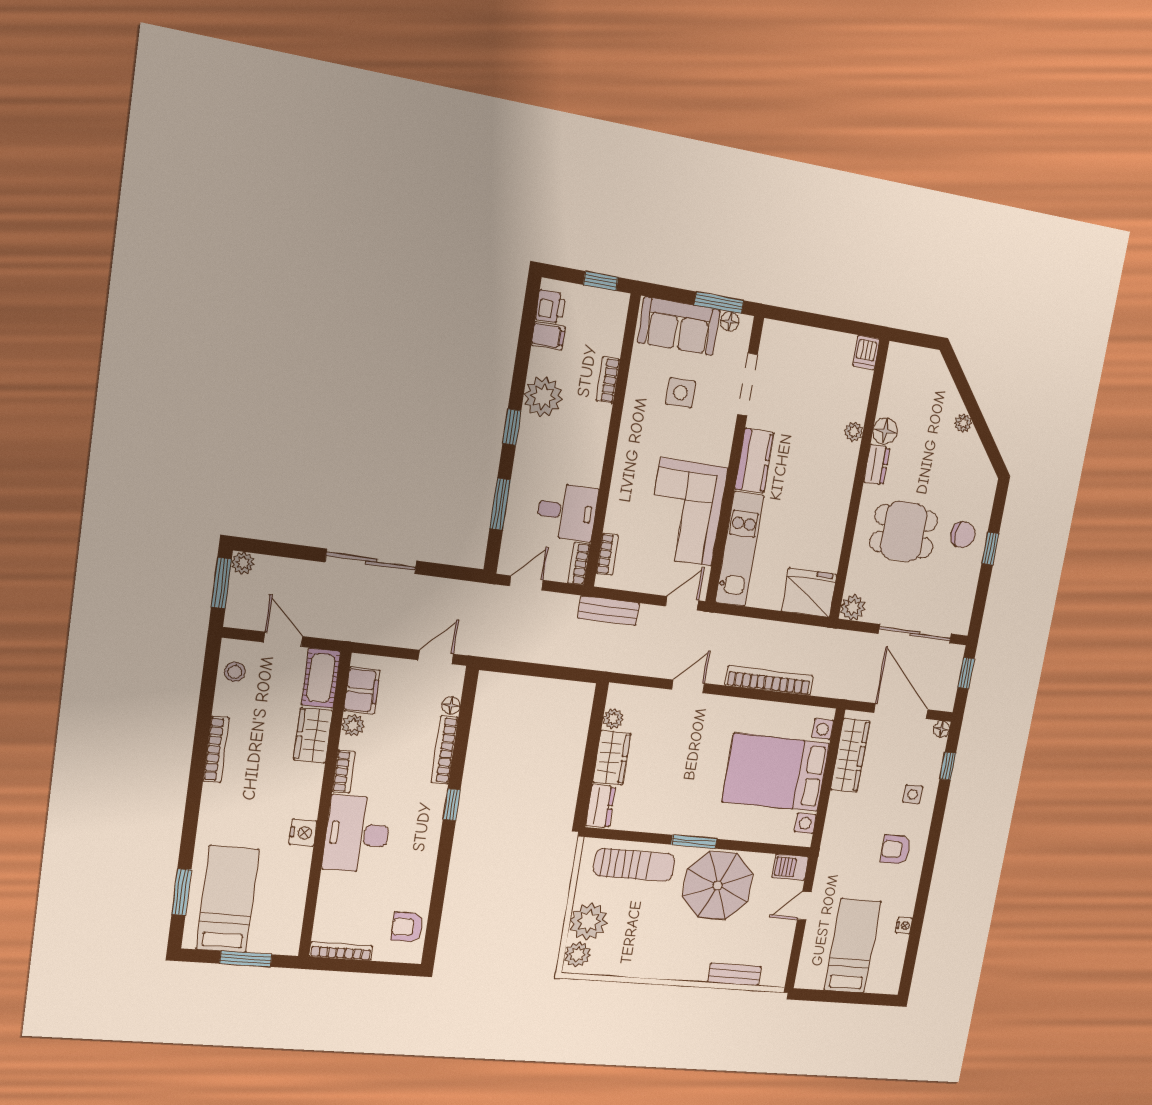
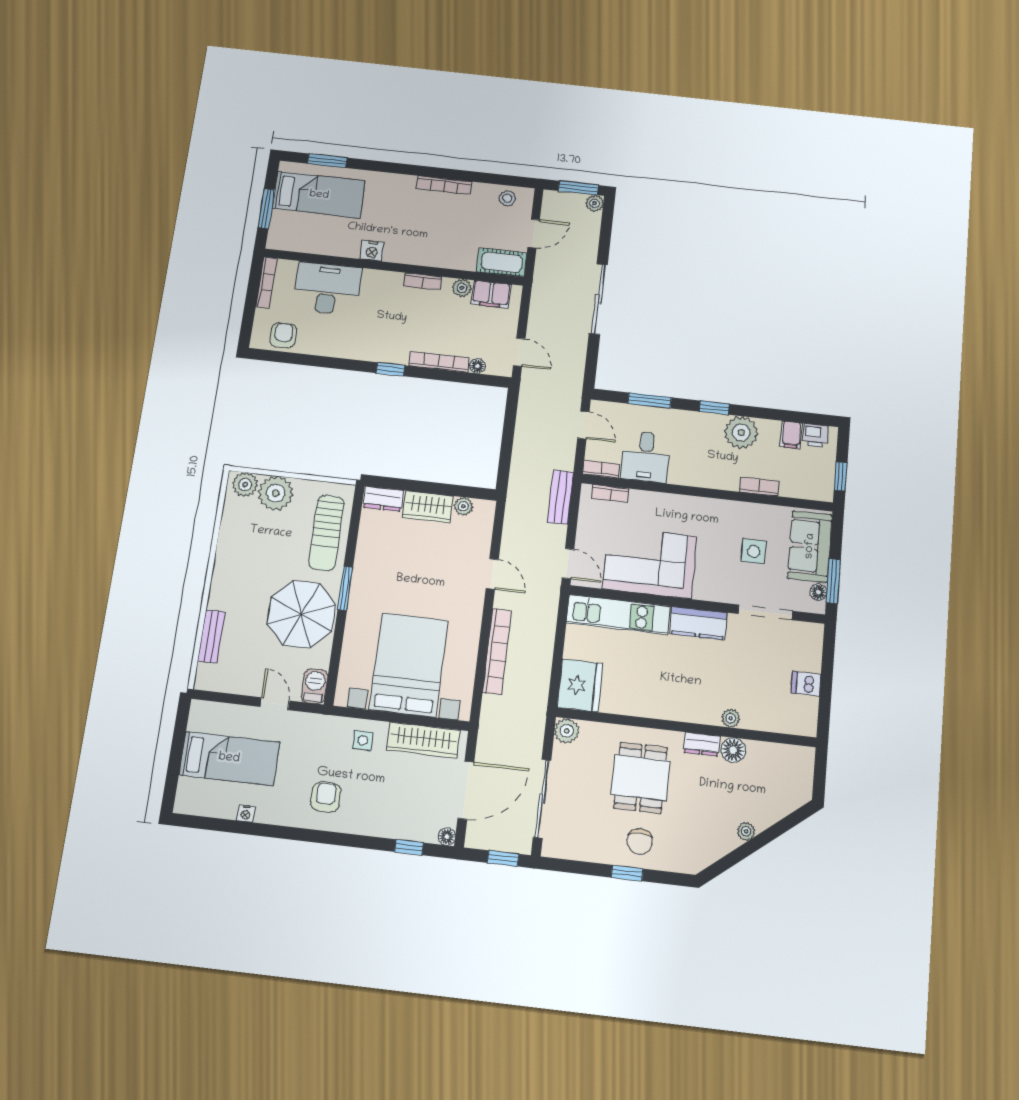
dishwasher: (866, 352) -> (806, 684), moved
wardrobe: (313, 735) -> (454, 257), removed
side table: (913, 794) -> (363, 740), moved
desk: (357, 834) -> (327, 289), moved

